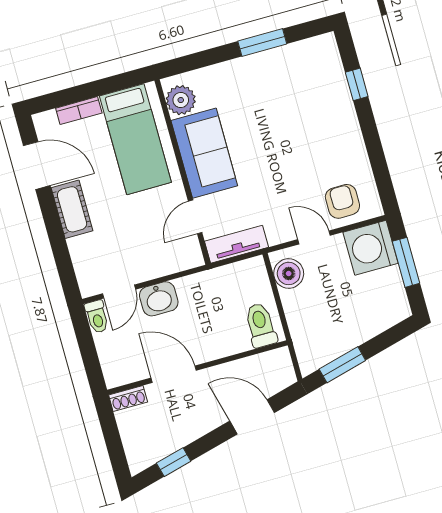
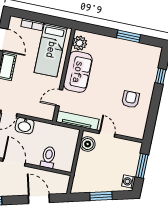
armchair: (342, 201) -> (131, 99), moved
tv unit: (237, 244) -> (77, 121), width x1.41
washing machine: (370, 248) -> (129, 182), moved, width x0.53, depth x0.53
toilet: (261, 325) -> (48, 157), moved
window: (342, 365) -> (101, 196), moved

